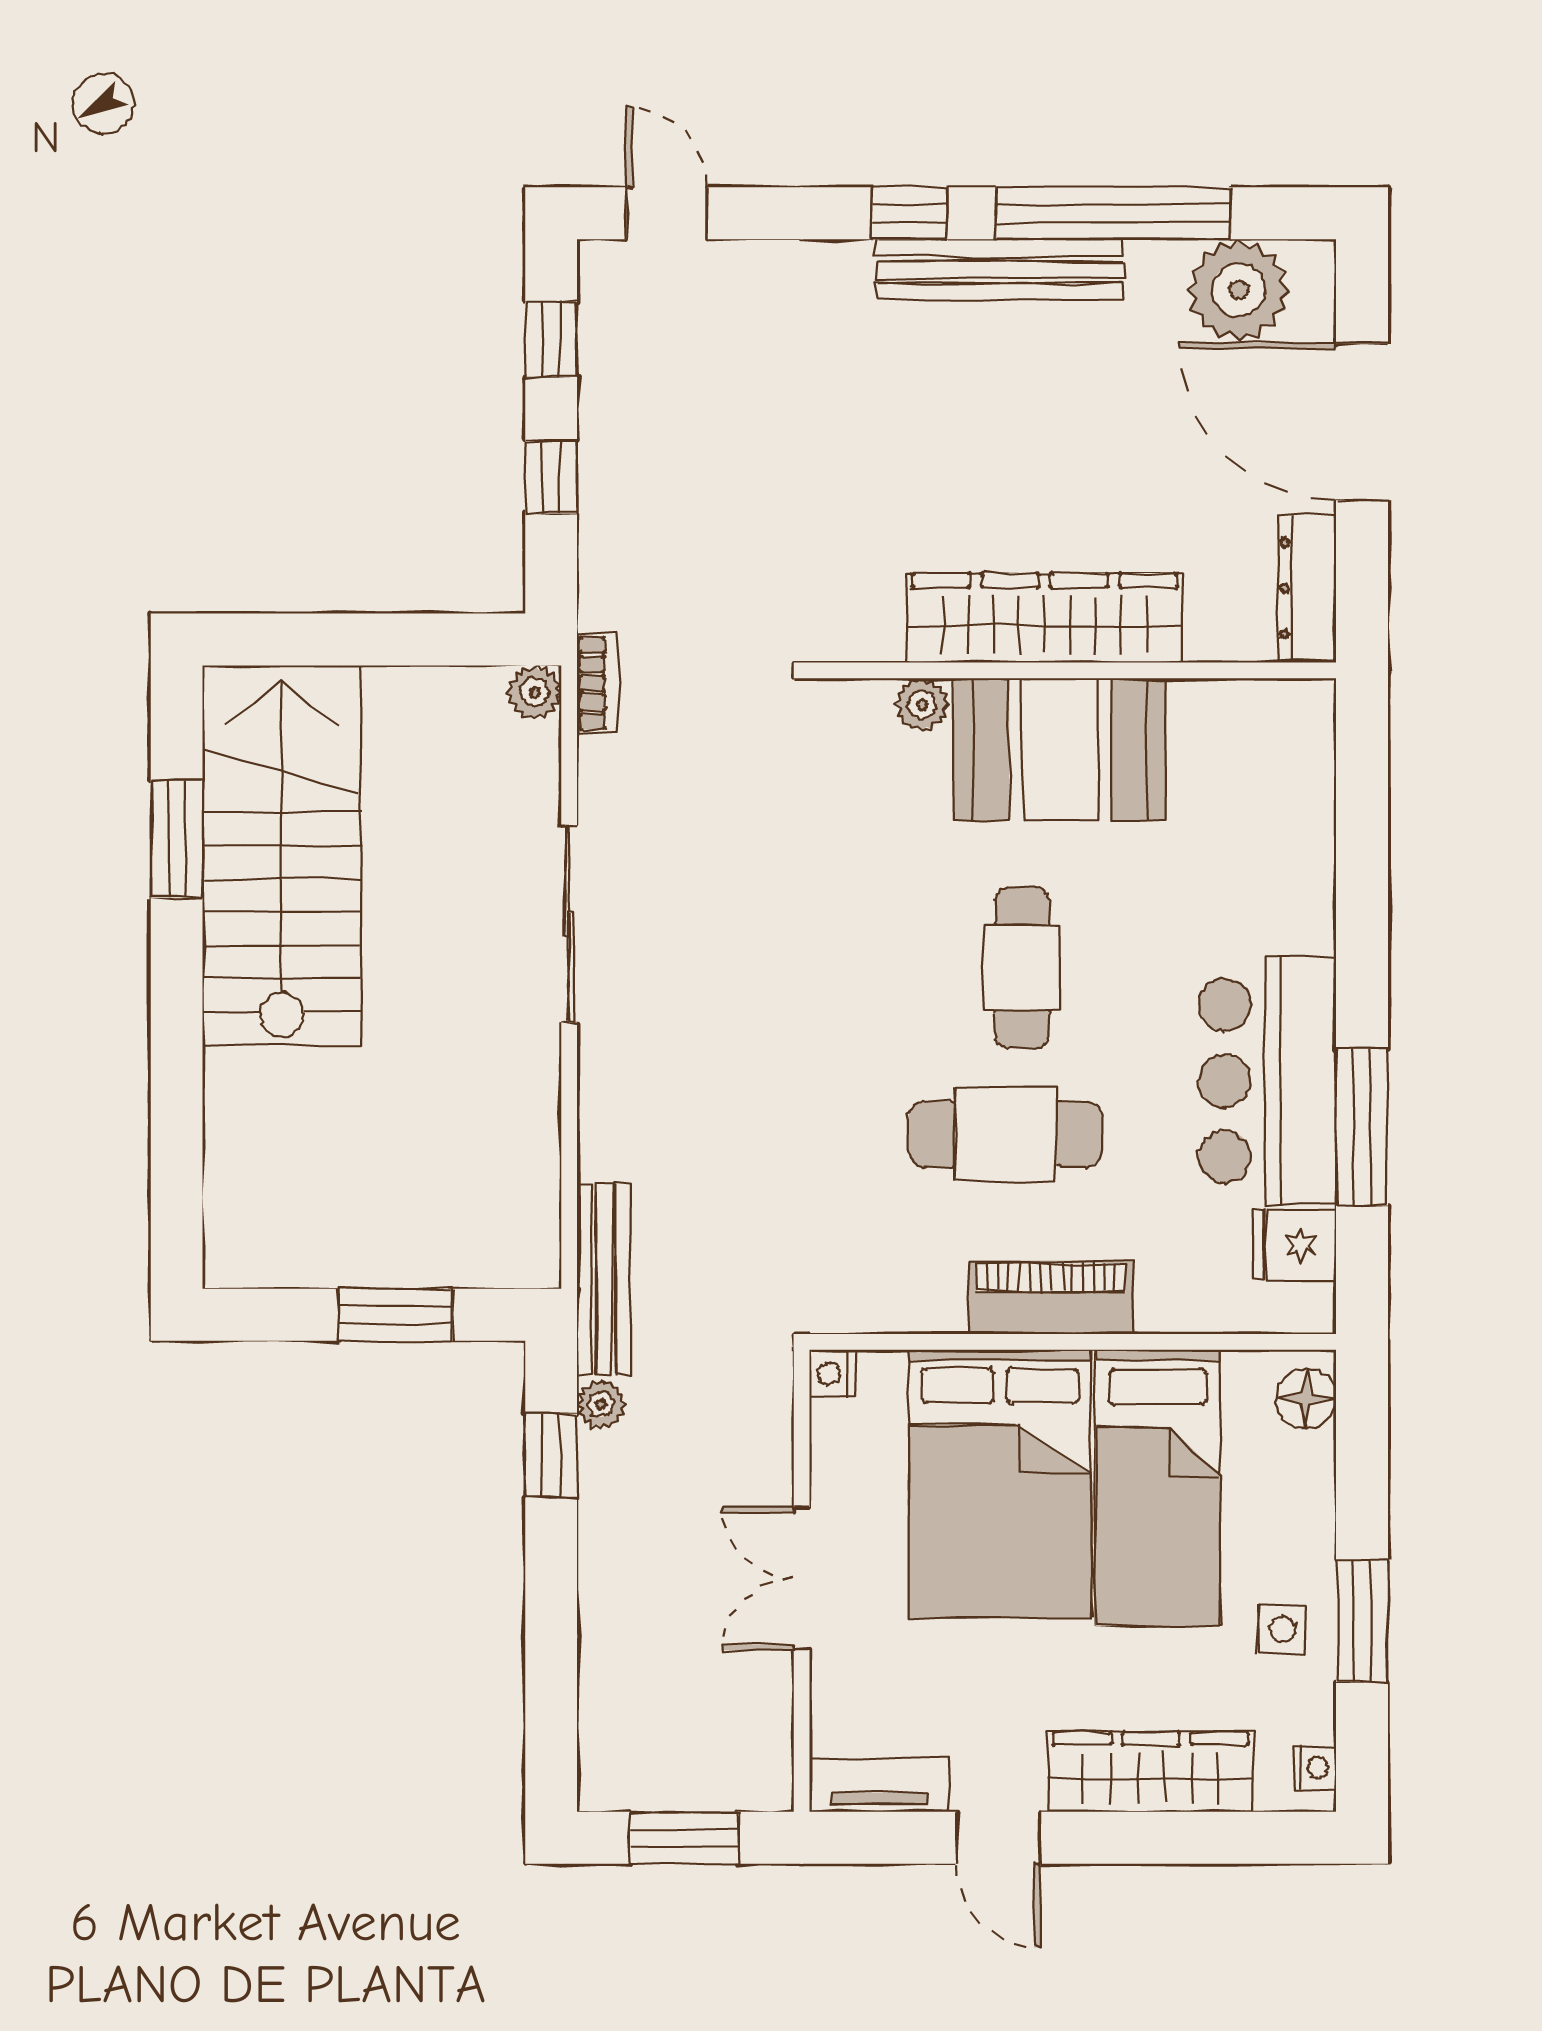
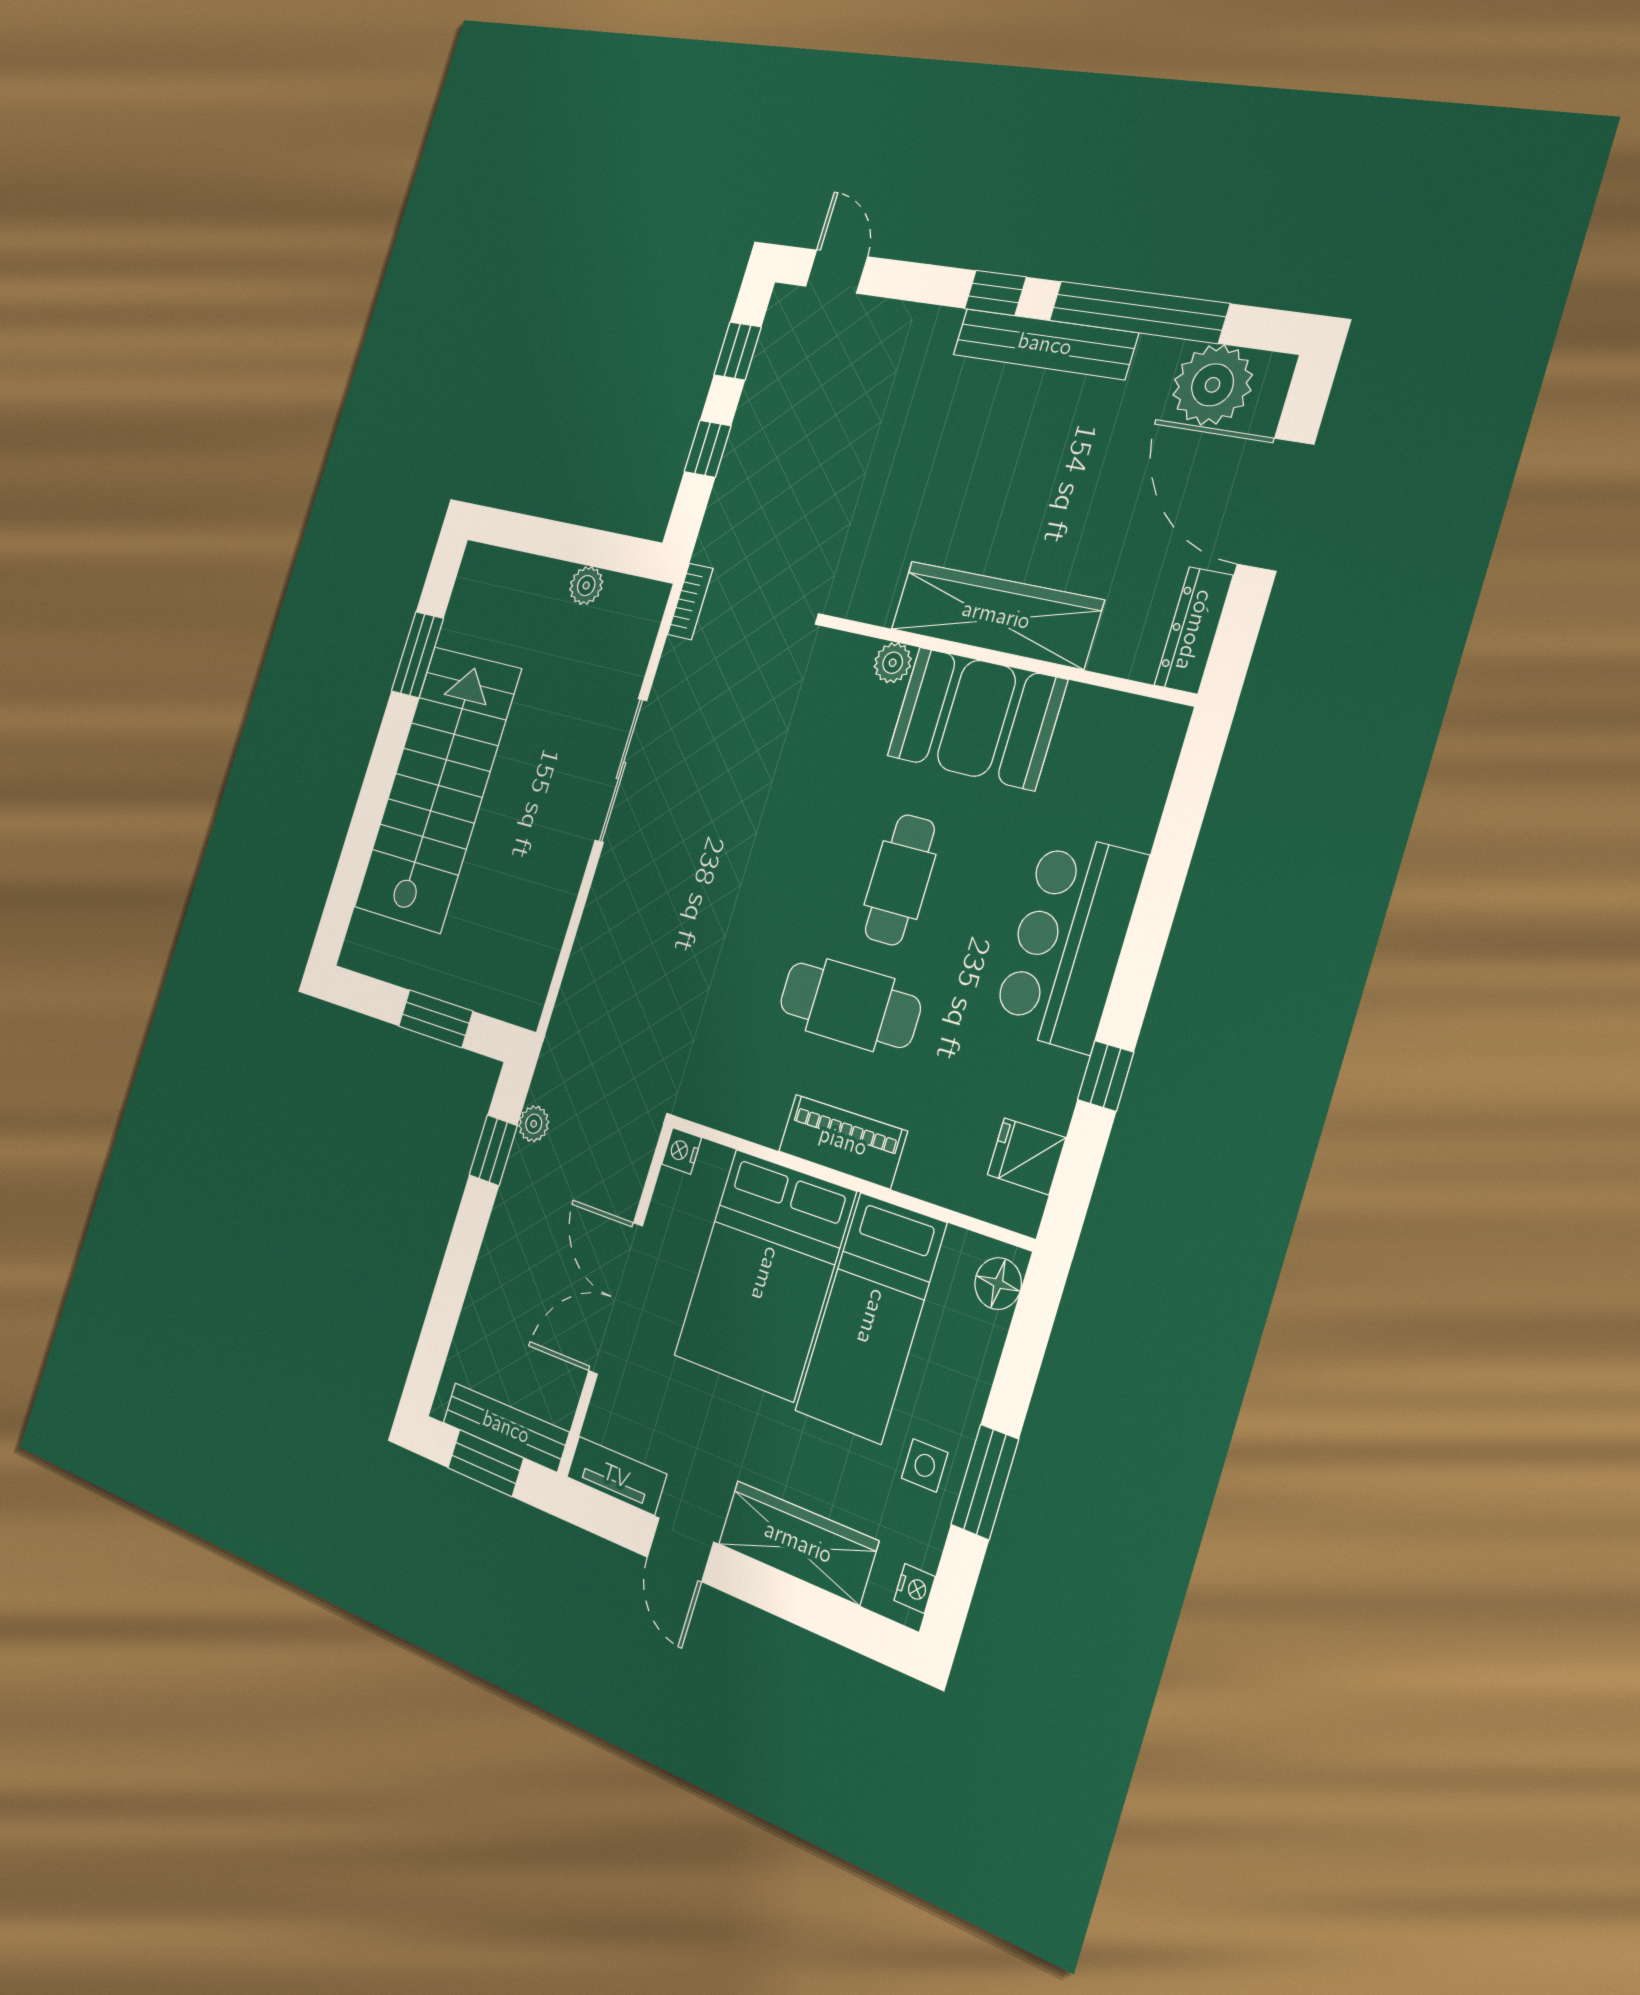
plant: (534, 692) -> (586, 586), moved
stairs: (282, 855) -> (437, 789), moved
bar counter: (1267, 1081) -> (1069, 941), moved
window: (1362, 1127) -> (1106, 1076), width x0.46
bench: (604, 1279) -> (506, 1427), moved, turned 90
double door: (802, 1579) -> (616, 1298), width x1.37

